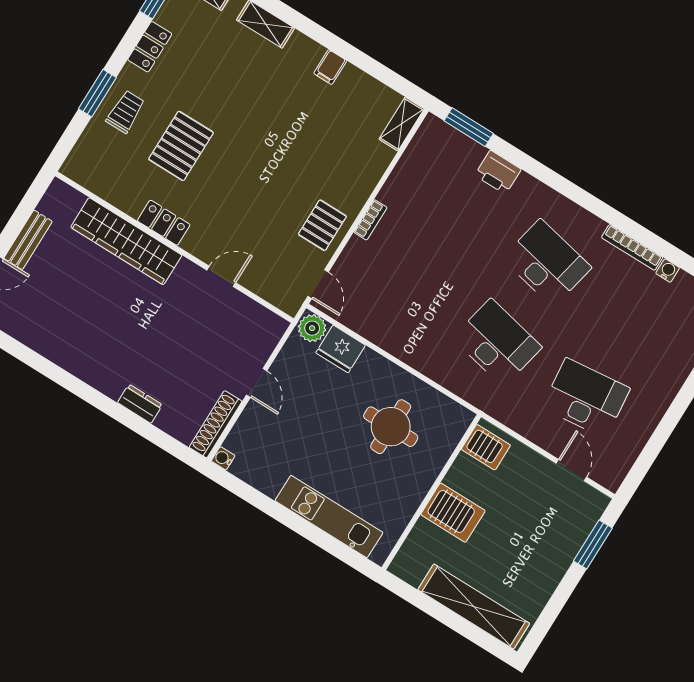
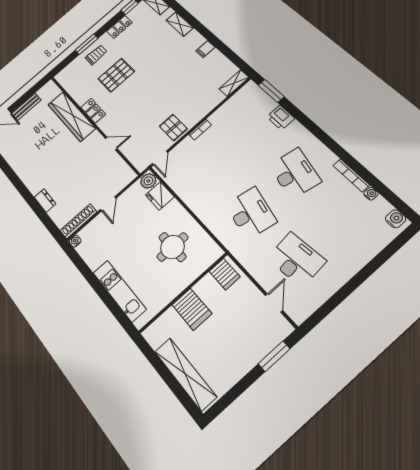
pallet: (322, 225) -> (173, 128), turned 90

